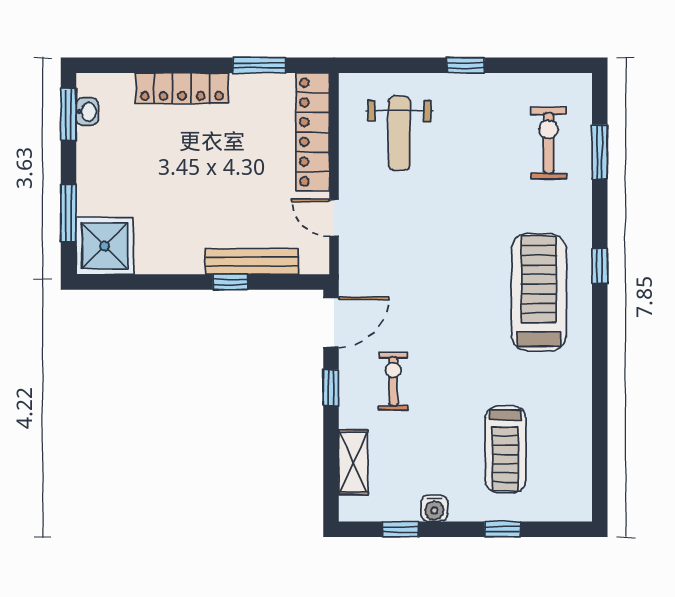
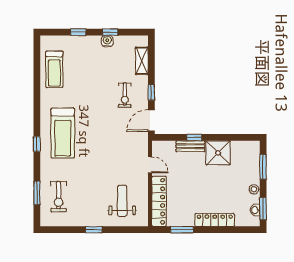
stool: (90, 160) -> (254, 189), added
shower: (105, 246) -> (218, 153), moved
bench: (252, 261) -> (190, 146), width x0.73
treadmill: (505, 449) -> (54, 69), moved, turned 180
window: (401, 529) -> (110, 32), moved

